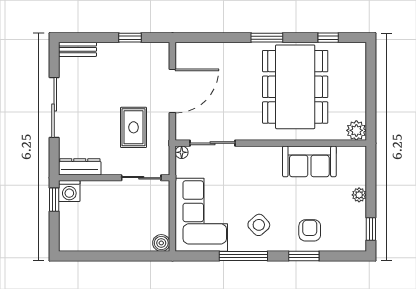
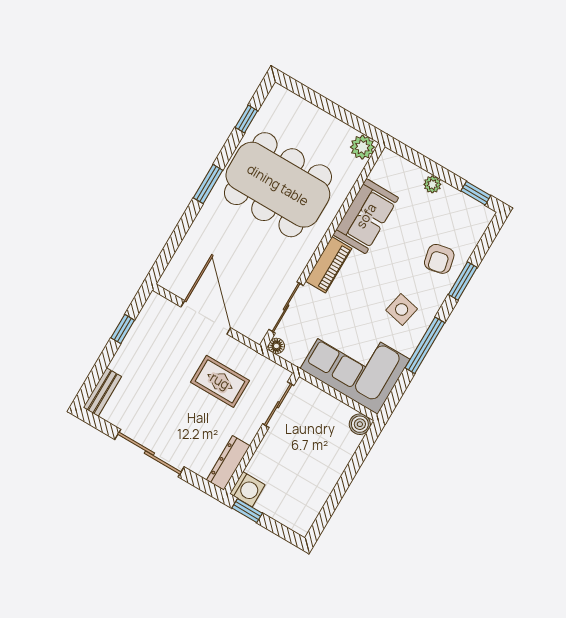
piano: (260, 155) -> (329, 265), added
side table: (259, 225) -> (402, 309), turned -36
armchair: (310, 230) -> (439, 259), turned -102

